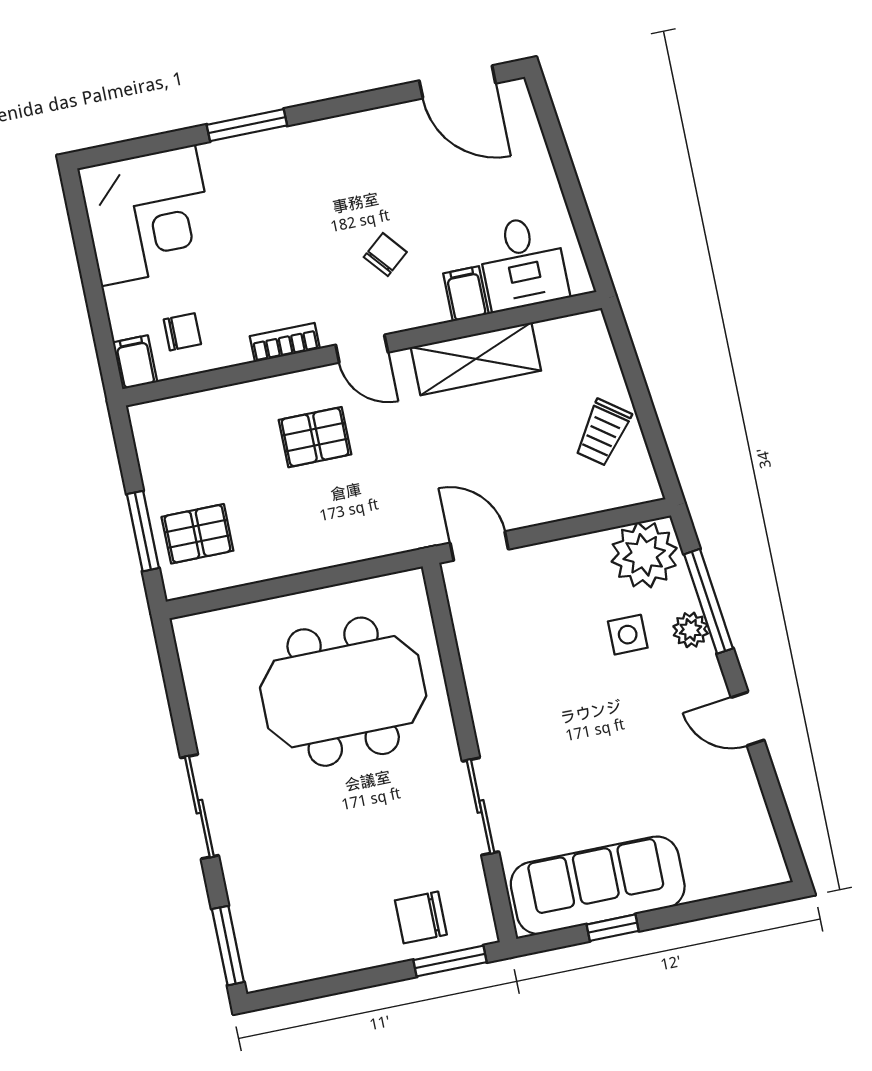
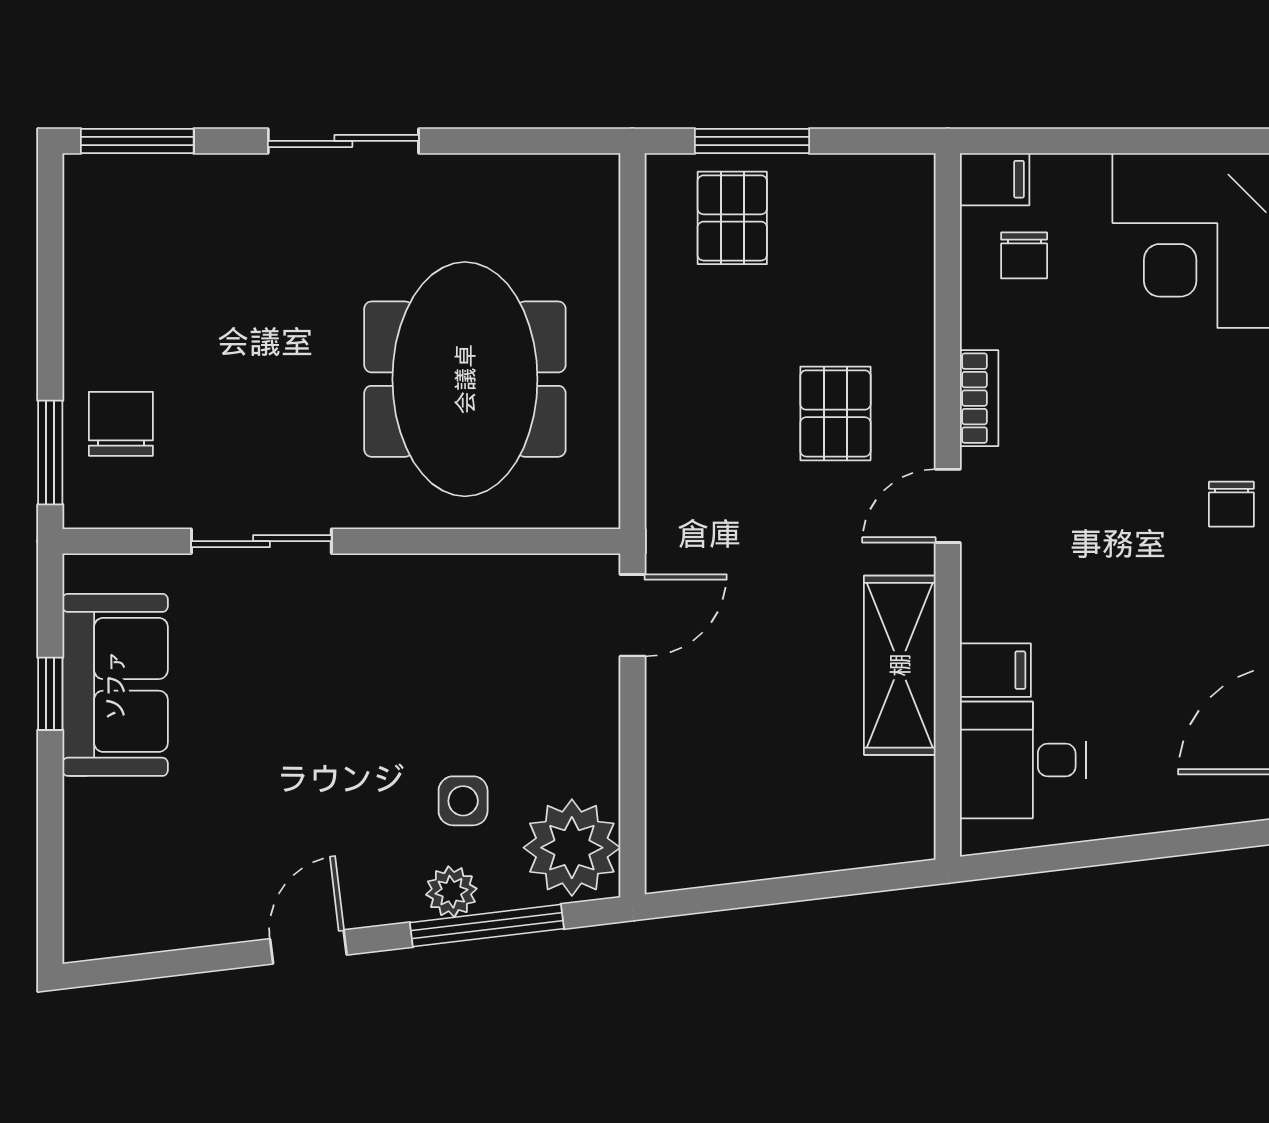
chair: (385, 255) -> (1231, 504), moved, turned 40
trolley: (603, 433) -> (758, 824), removed
sofa: (598, 885) -> (115, 685), width x0.73

